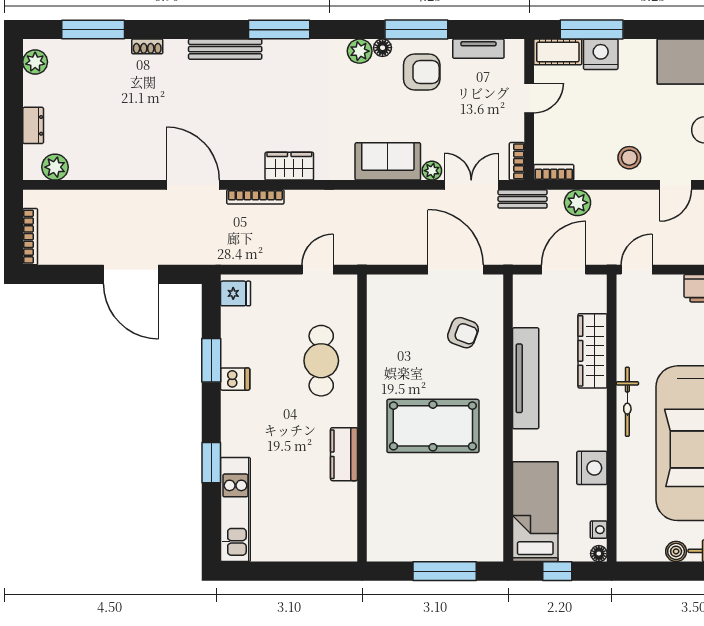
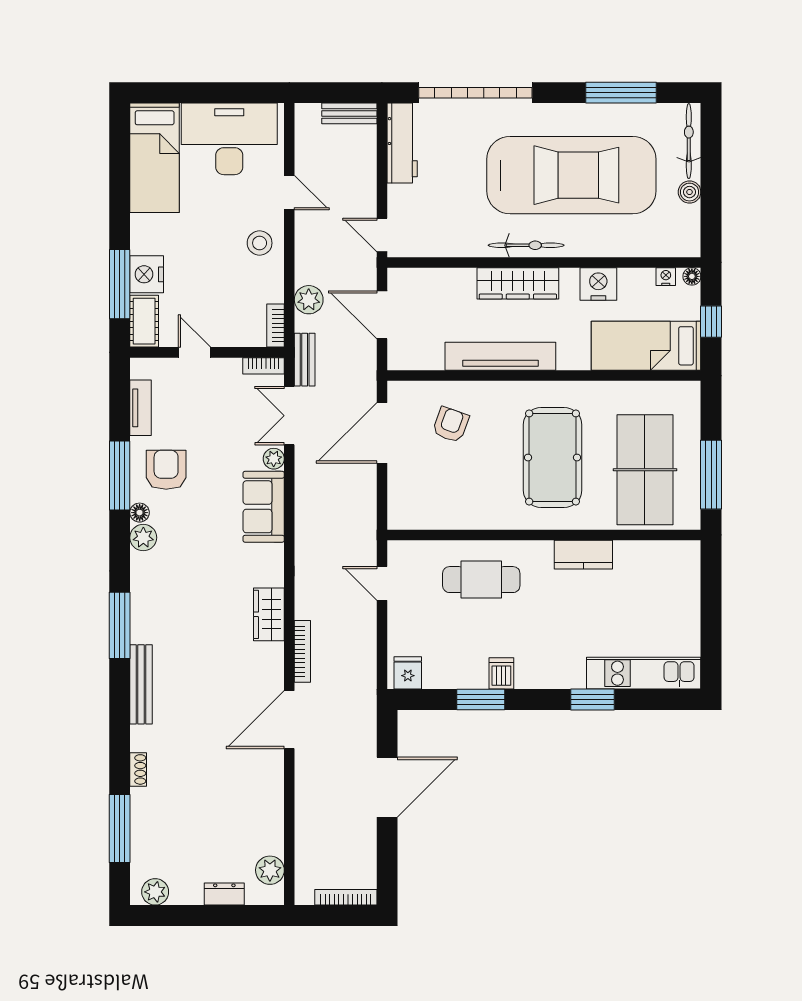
wardrobe: (592, 351) -> (518, 283), moved
table tennis table: (422, 511) -> (645, 470), added
window: (445, 571) -> (711, 475), moved

